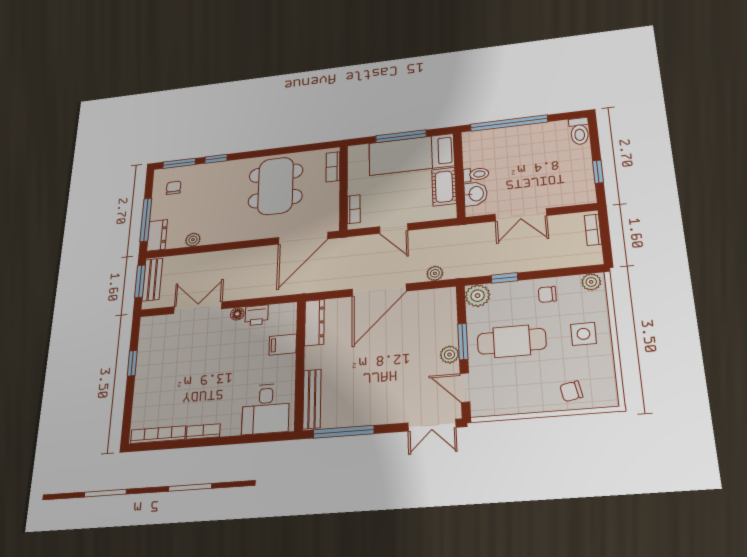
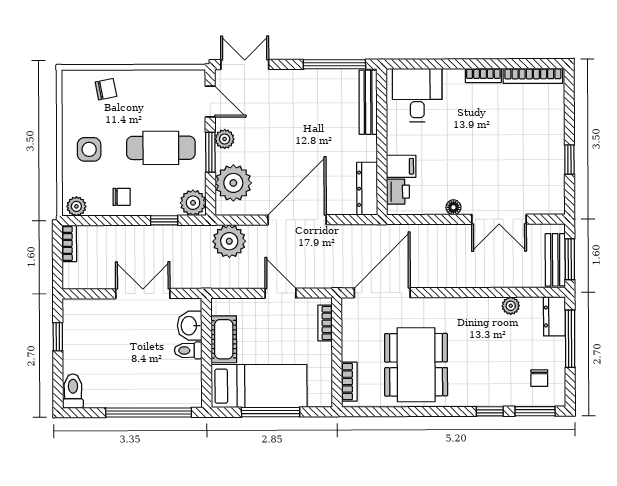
bookcase: (593, 230) -> (69, 243), moved
plant: (435, 273) -> (229, 241), width x1.88, depth x1.88
printer: (257, 315) -> (398, 192), moved, turned 90
plant: (440, 316) -> (233, 183), added

